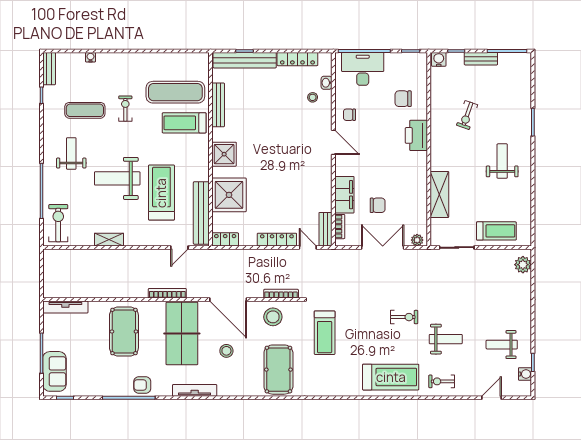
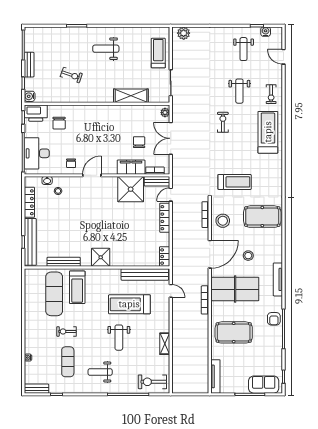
printer: (416, 135) -> (36, 113), moved
weight bench: (117, 178) -> (119, 338), width x0.73, depth x0.75
shower: (229, 195) -> (131, 189), moved
weight bench: (446, 339) -> (239, 91), turned 180

